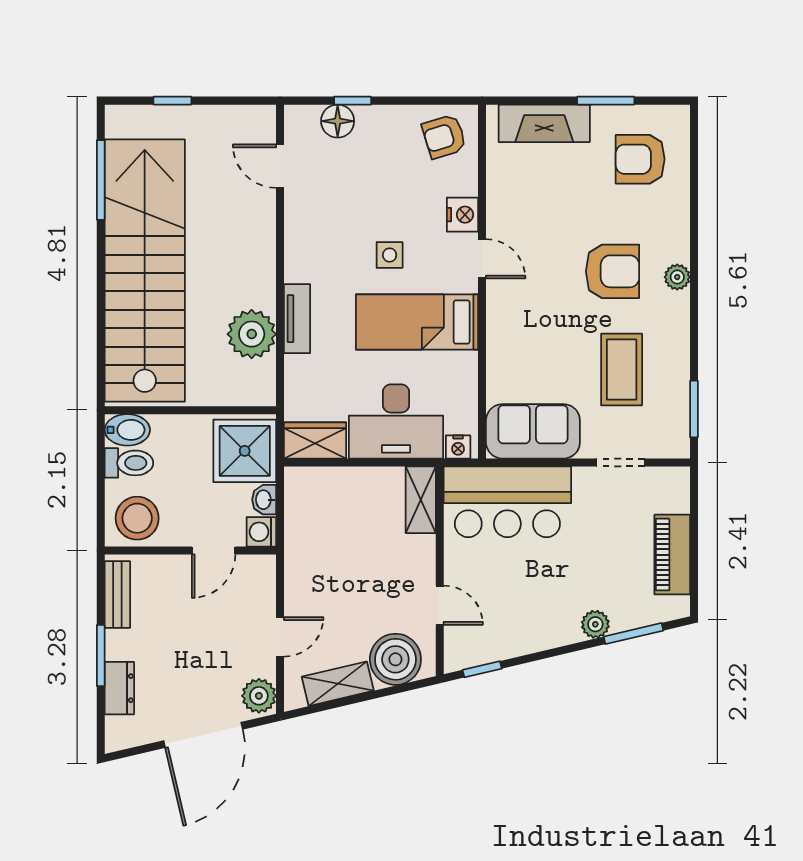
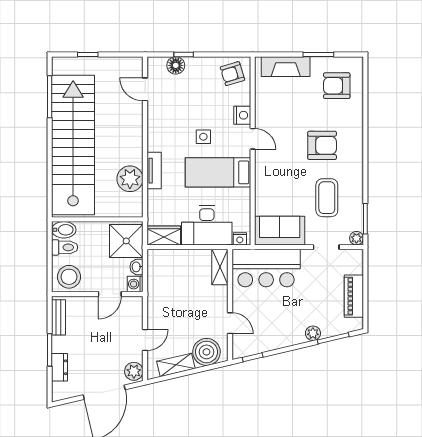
plant: (677, 277) -> (356, 238), moved

